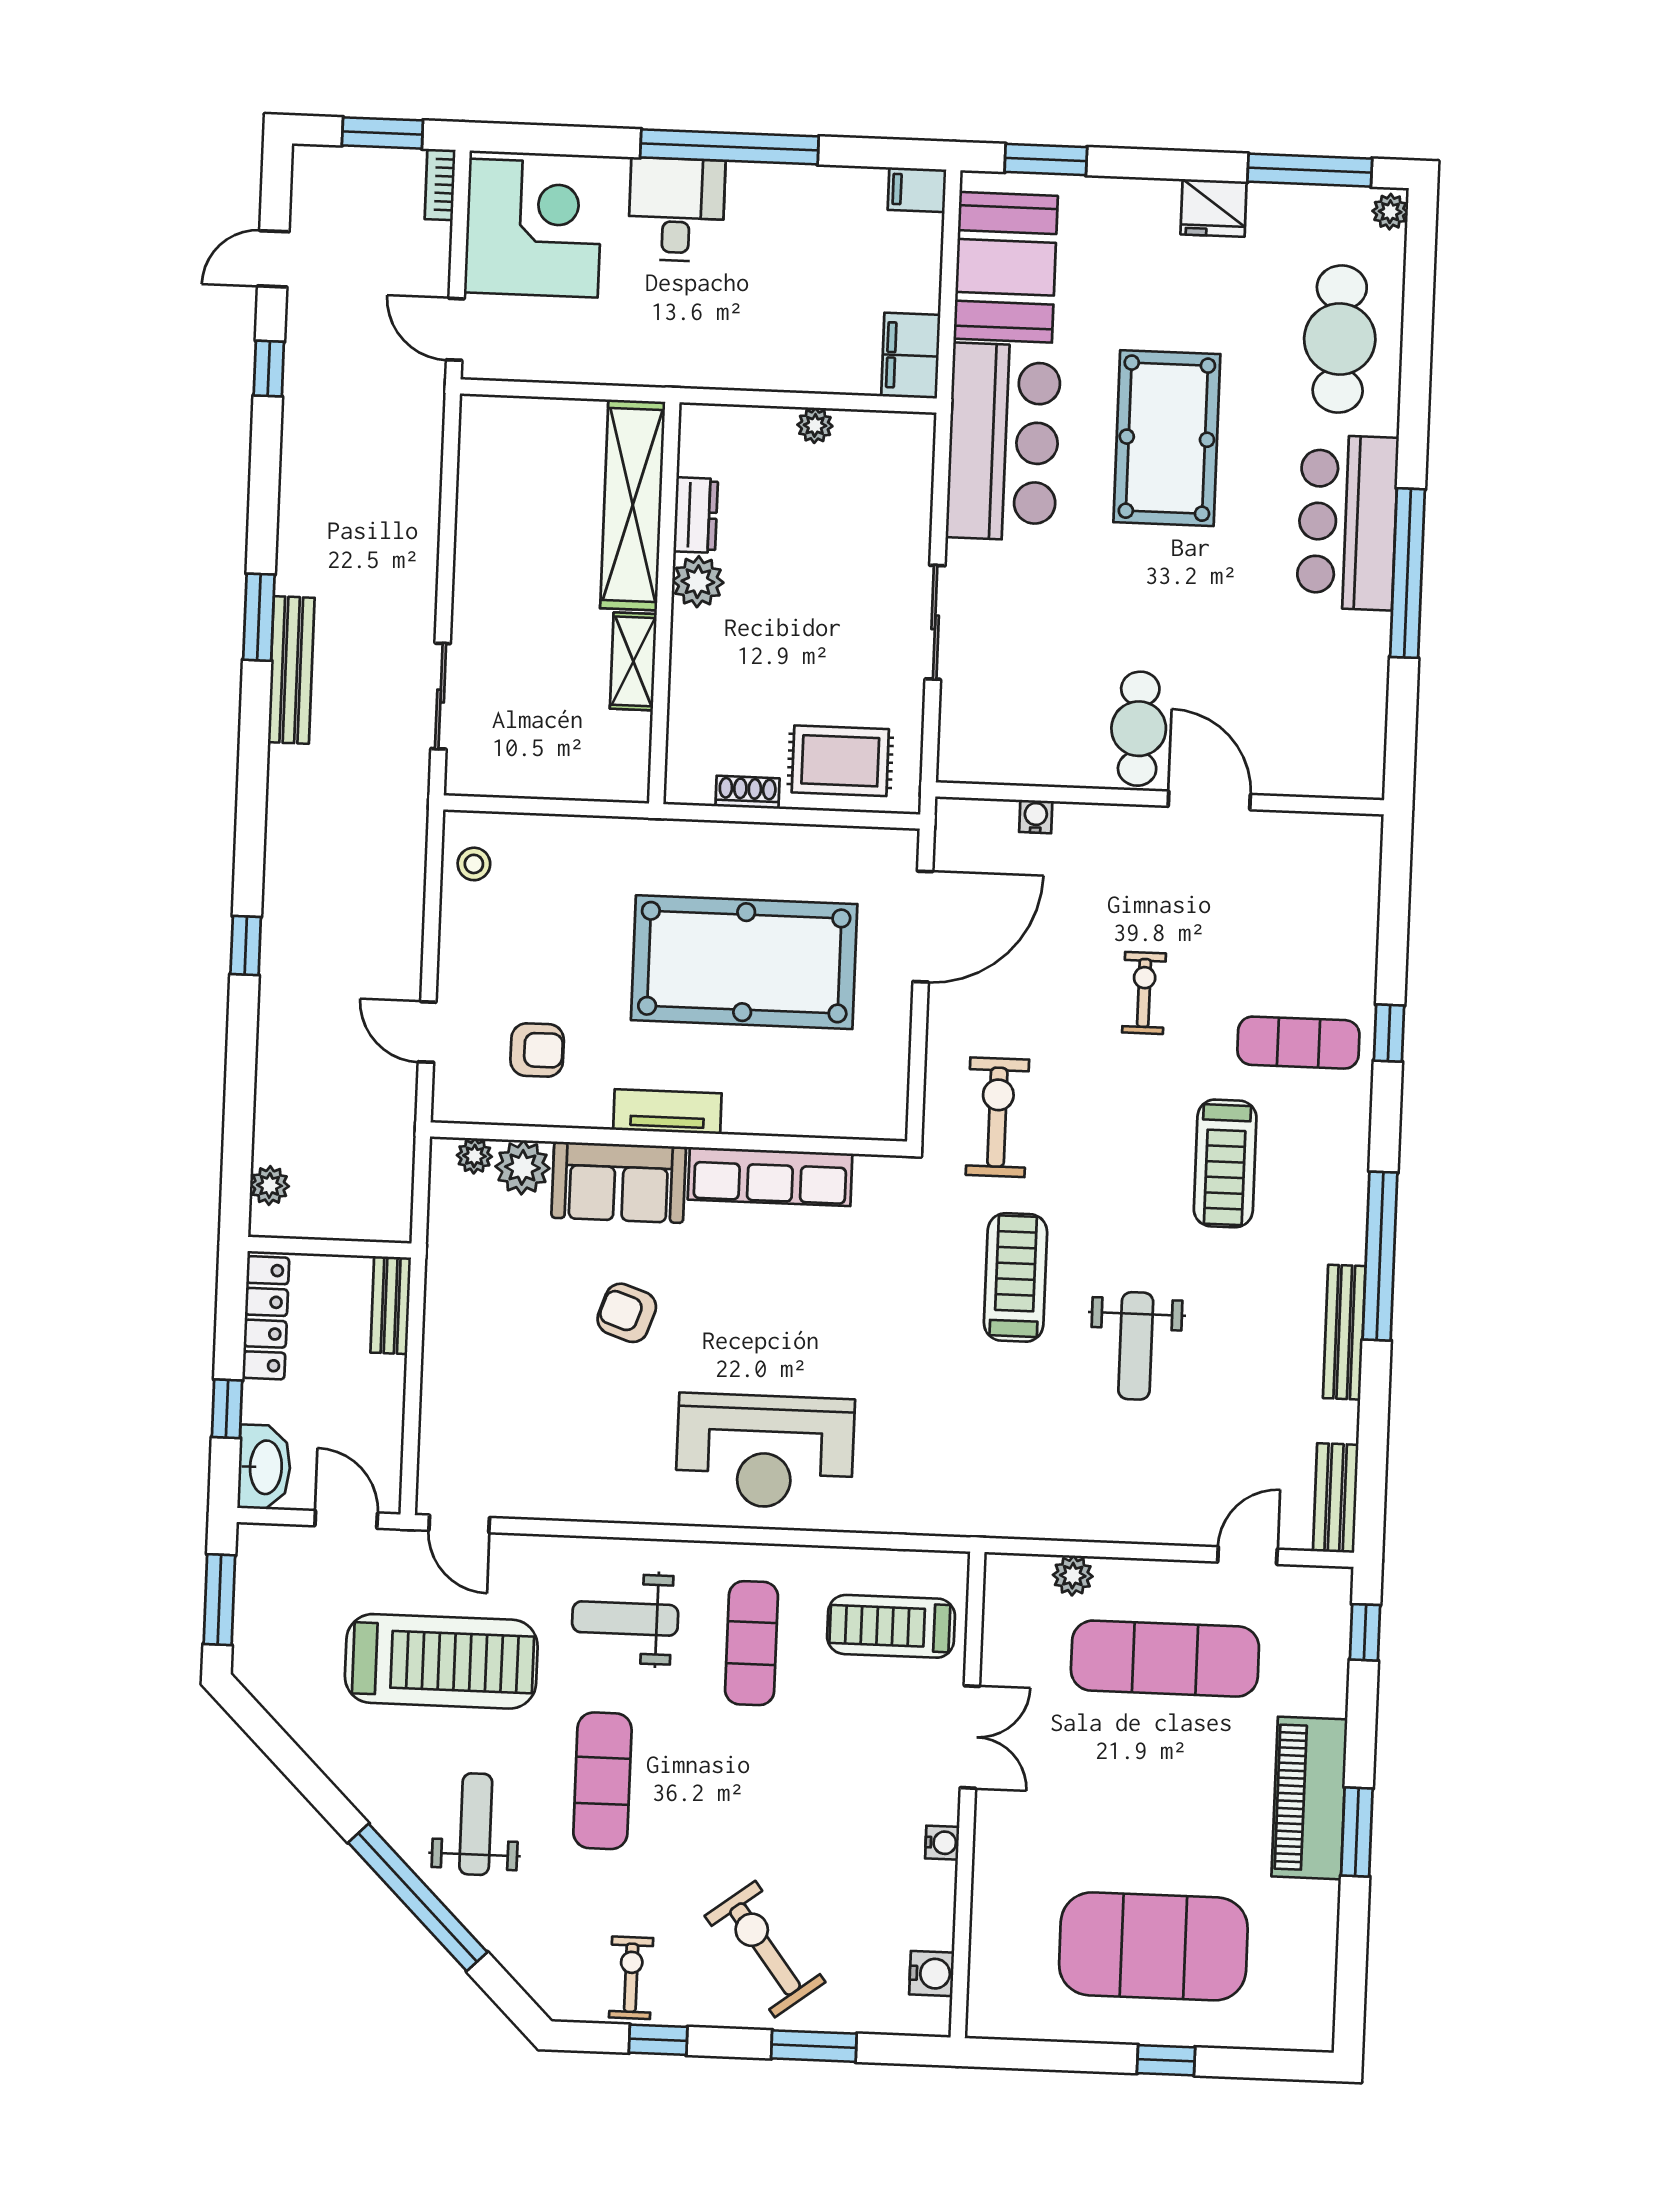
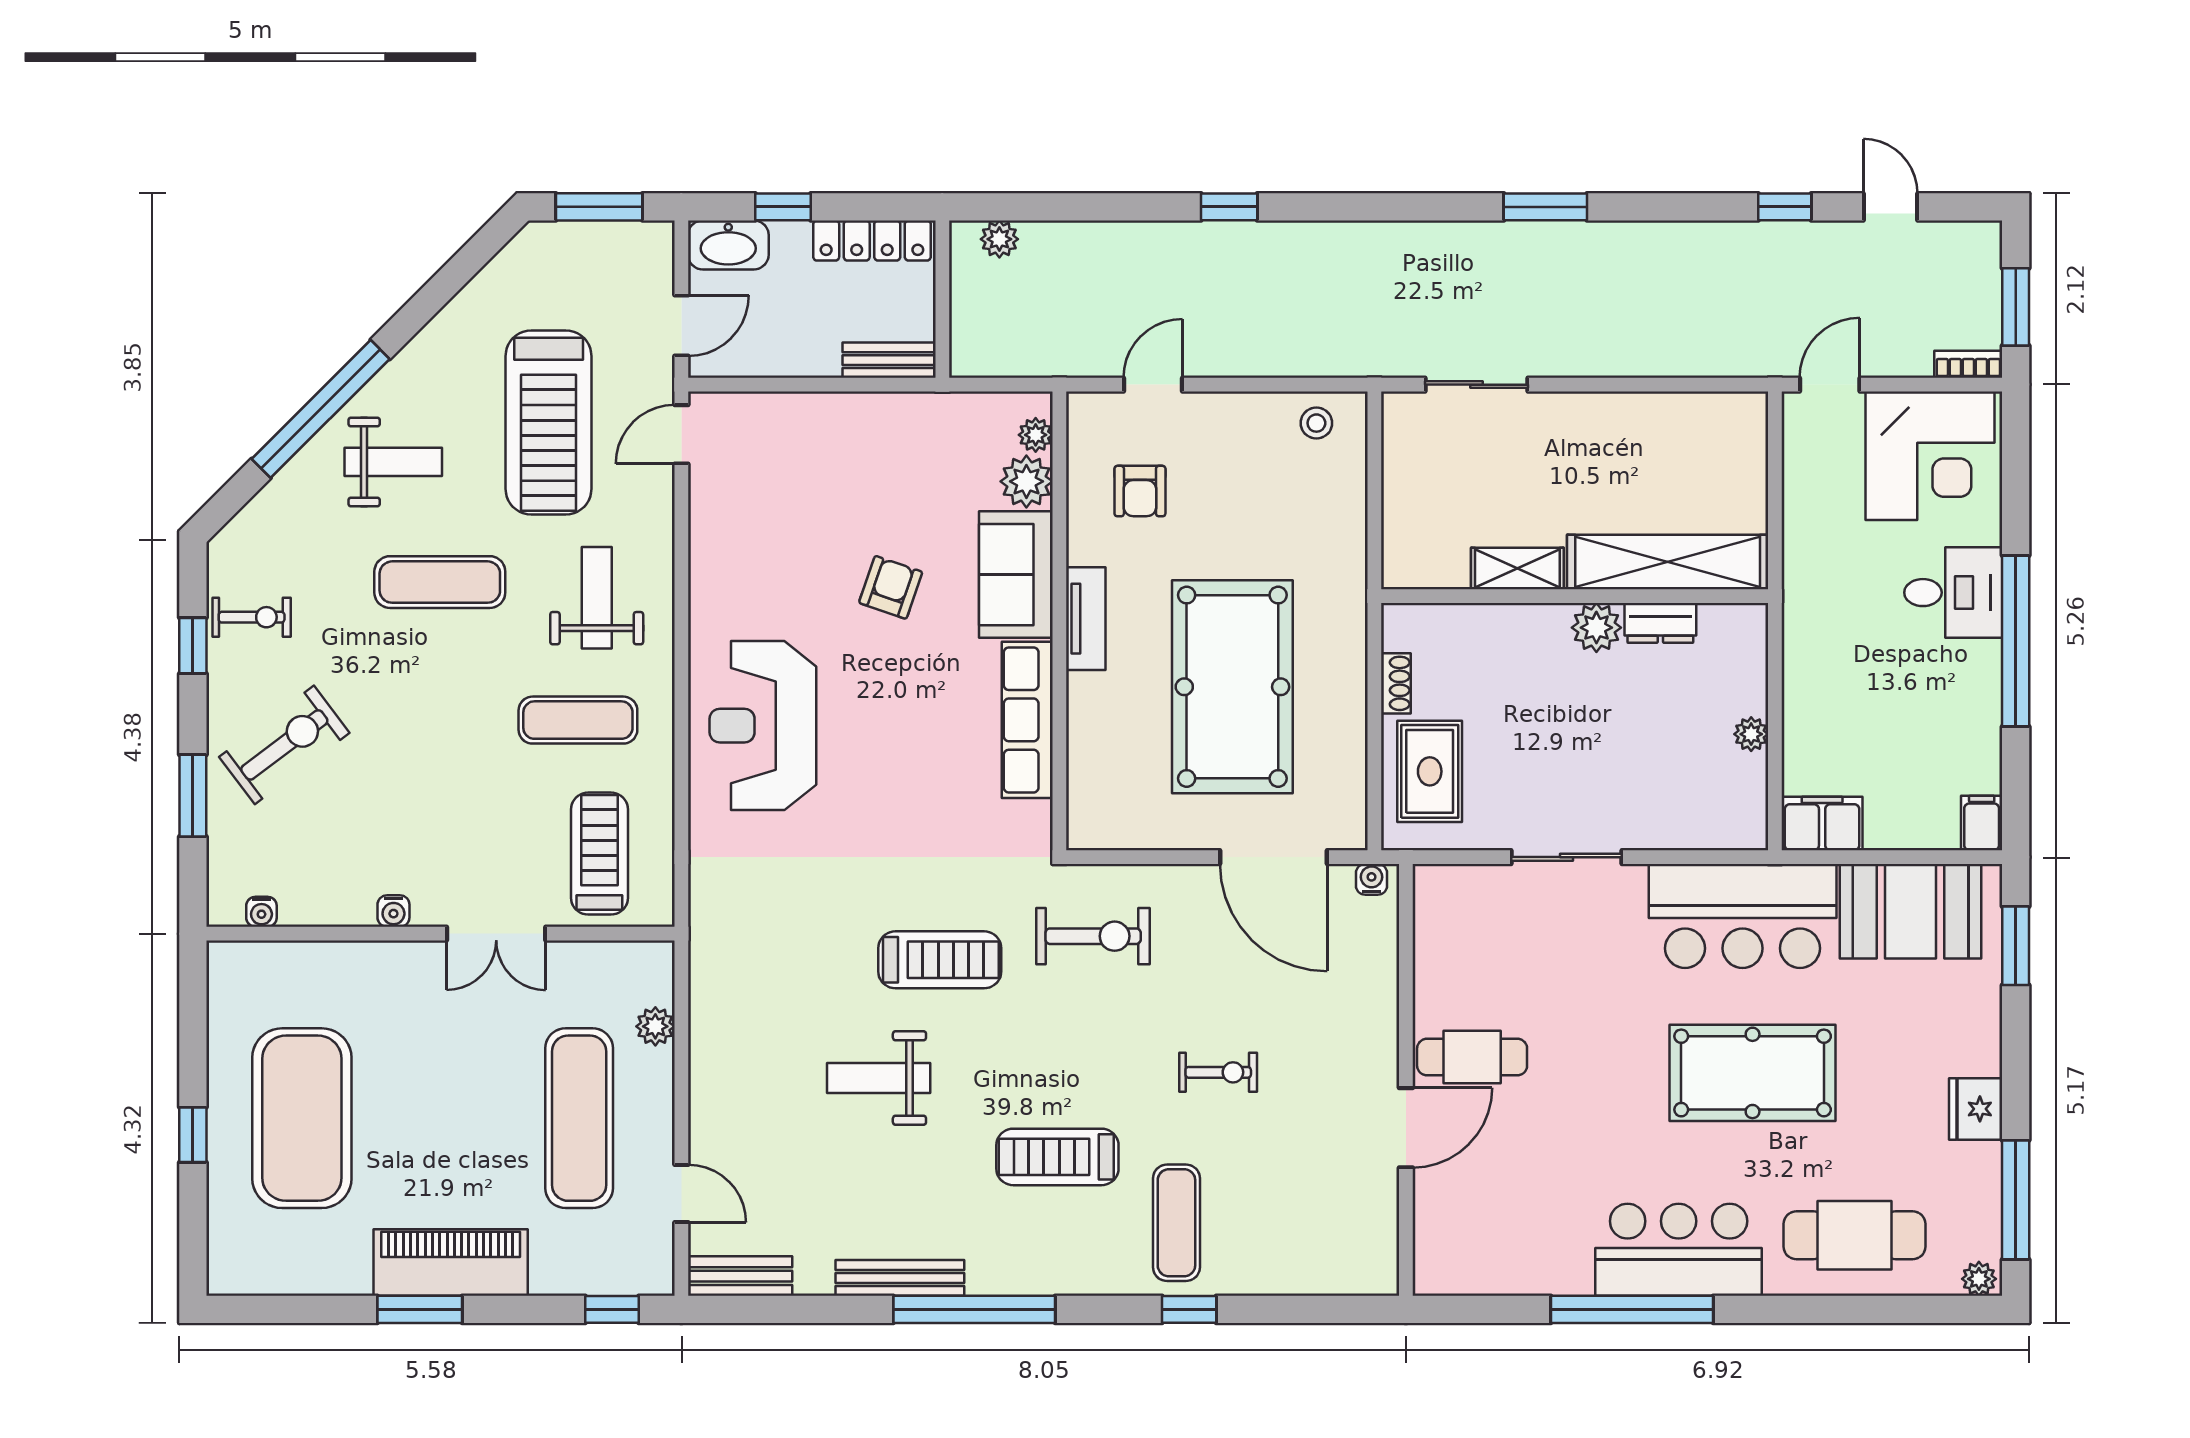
bench: (291, 670) -> (1496, 240), removed
water cooler: (1036, 817) -> (1372, 879), moved, turned -90
water cooler: (932, 1973) -> (261, 912), width x0.72, depth x0.72

